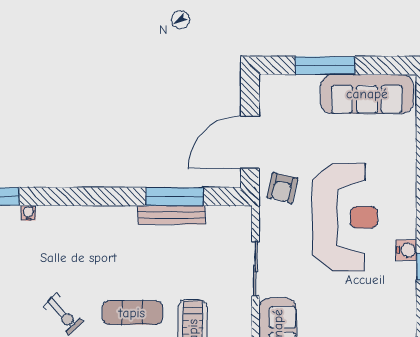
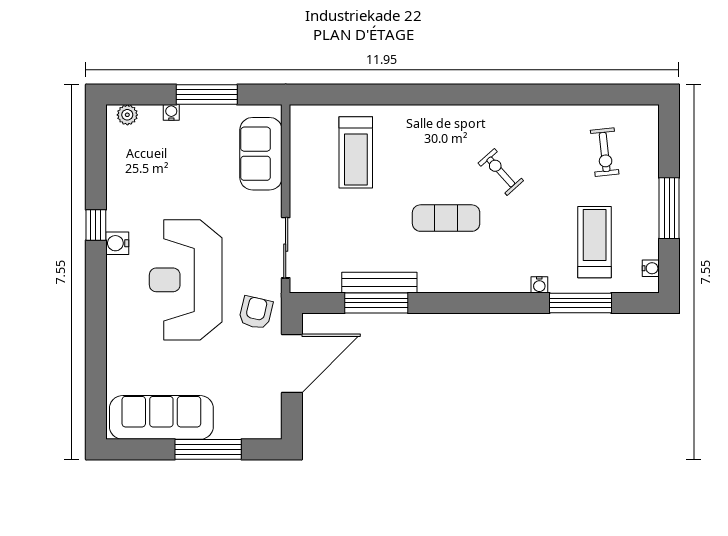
sliding door: (255, 269) -> (286, 248), moved
exercise mat: (132, 313) -> (446, 218), moved

